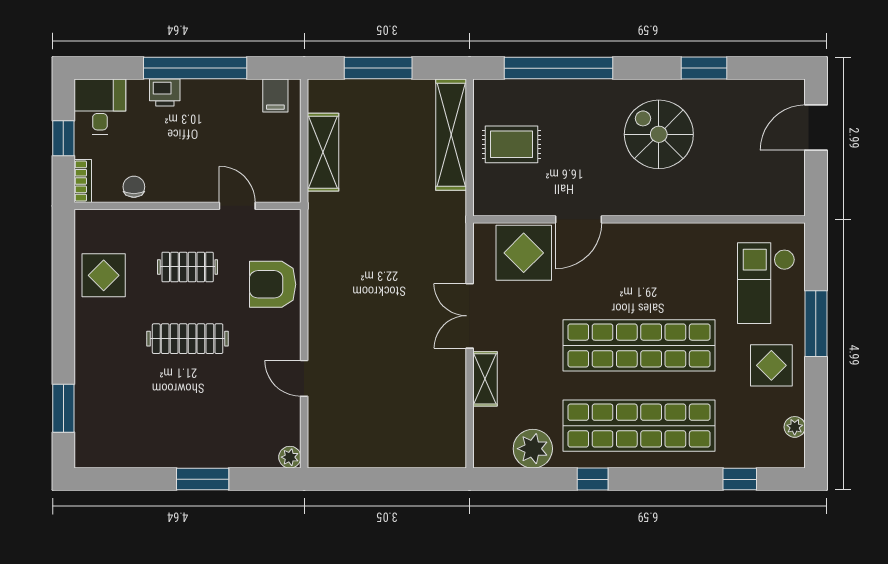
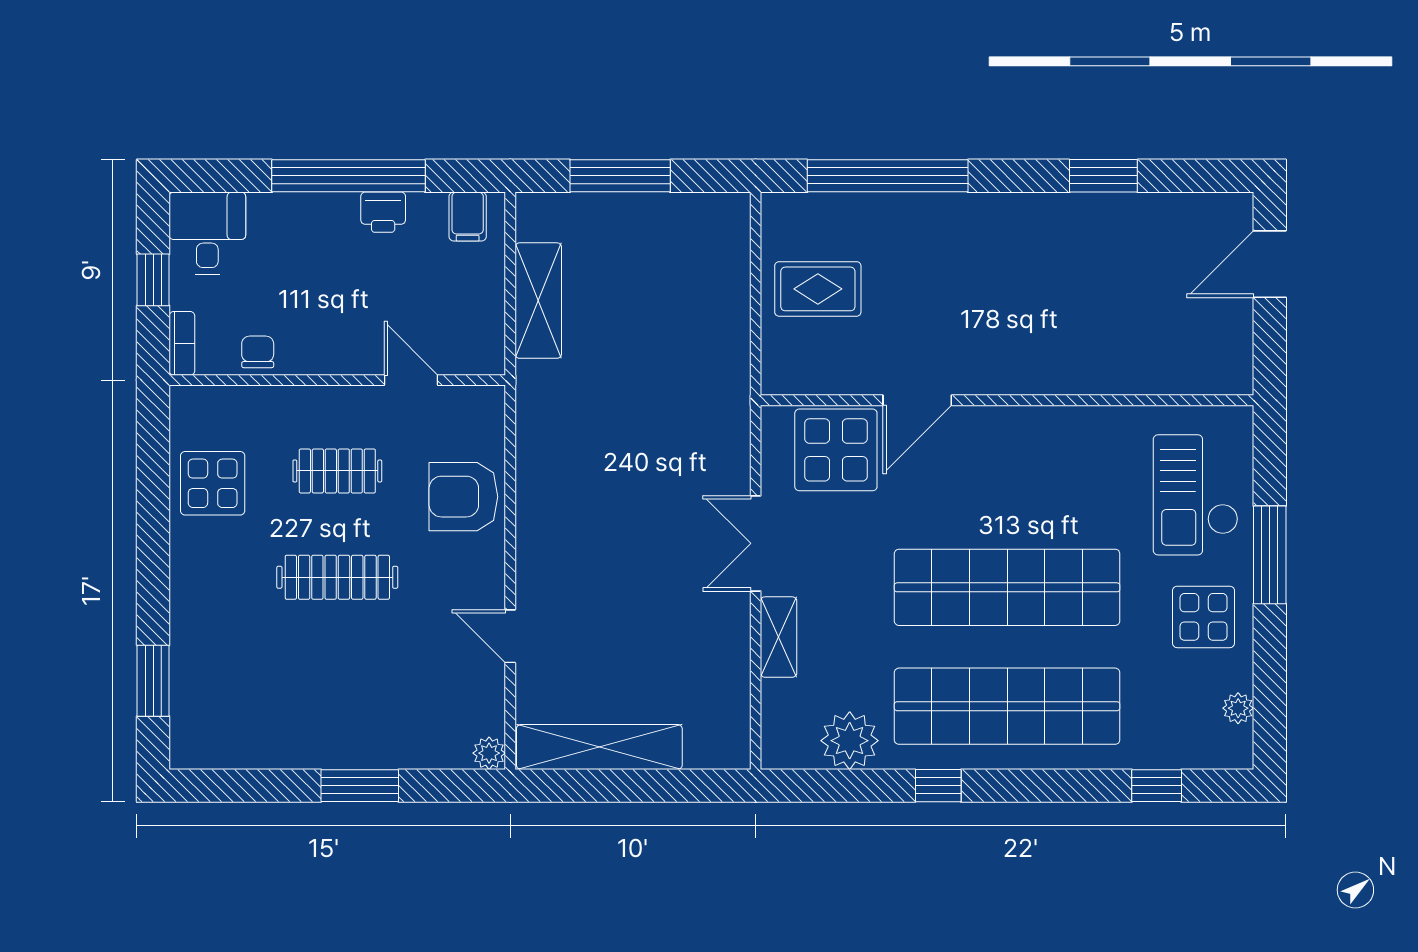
printer: (165, 93) -> (383, 212), moved
spiral stairs: (659, 134) -> (1036, 274), removed
shelving: (451, 135) -> (599, 747), moved, turned 90

